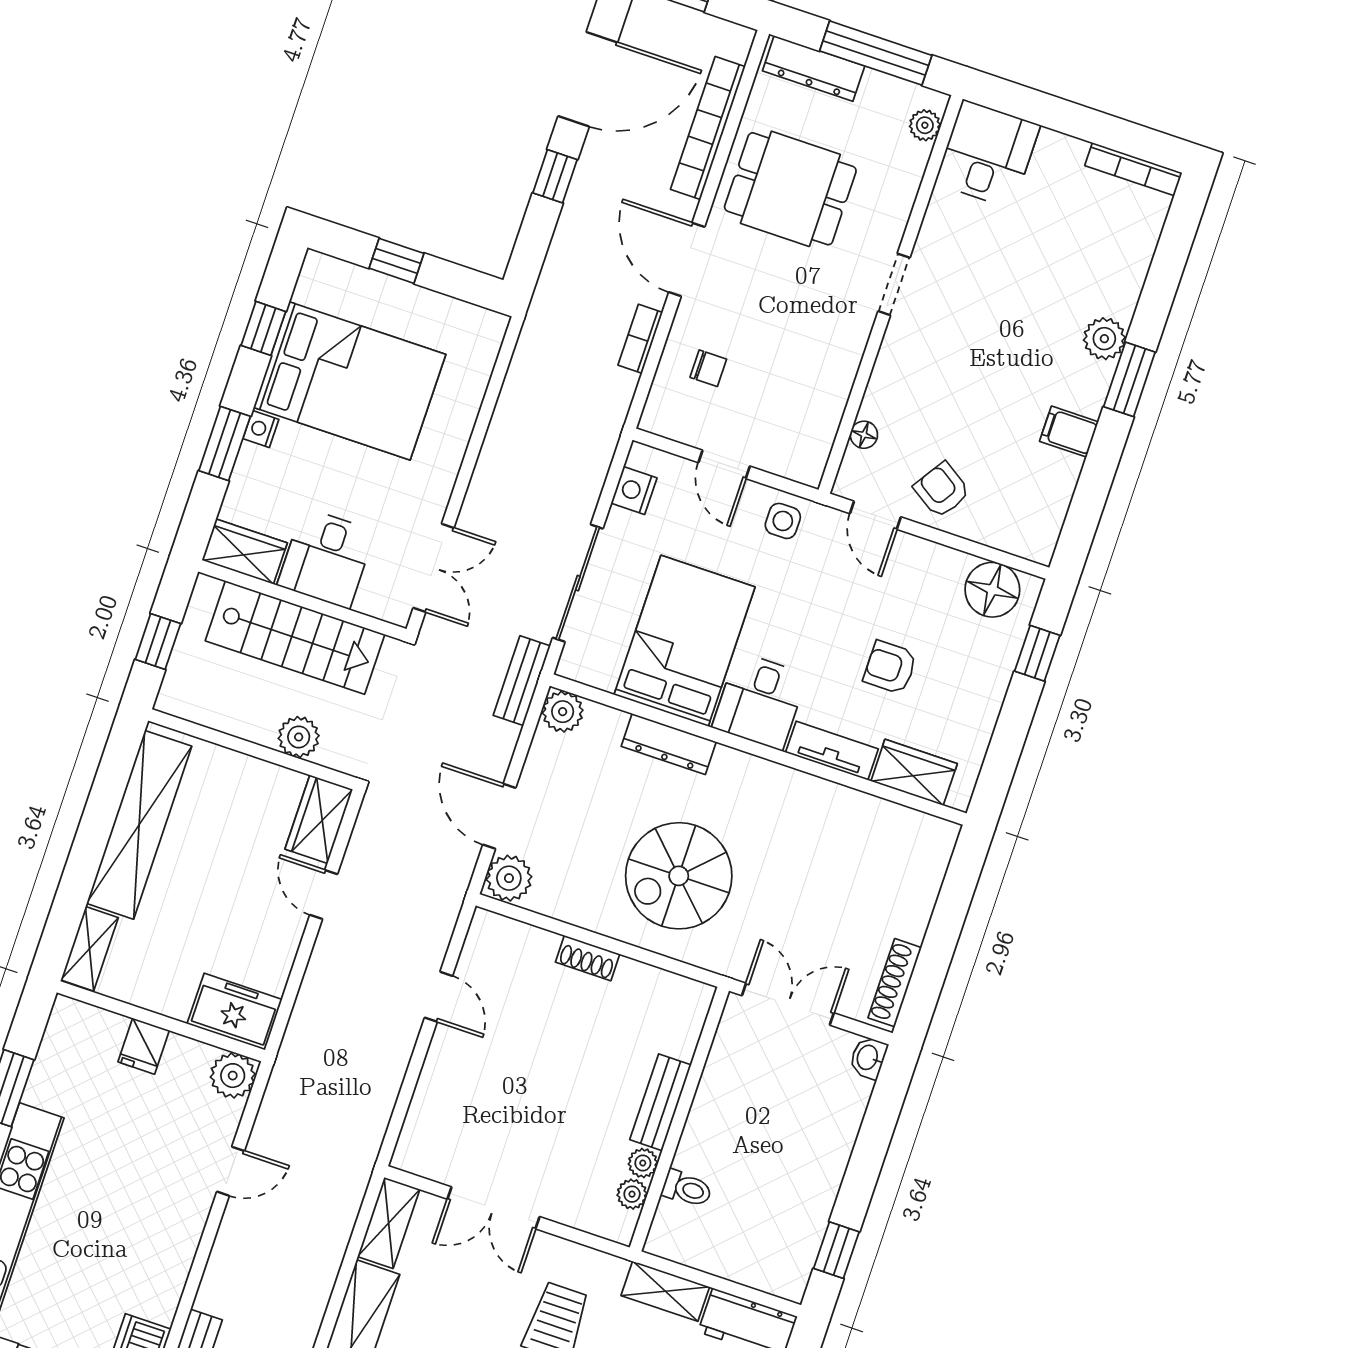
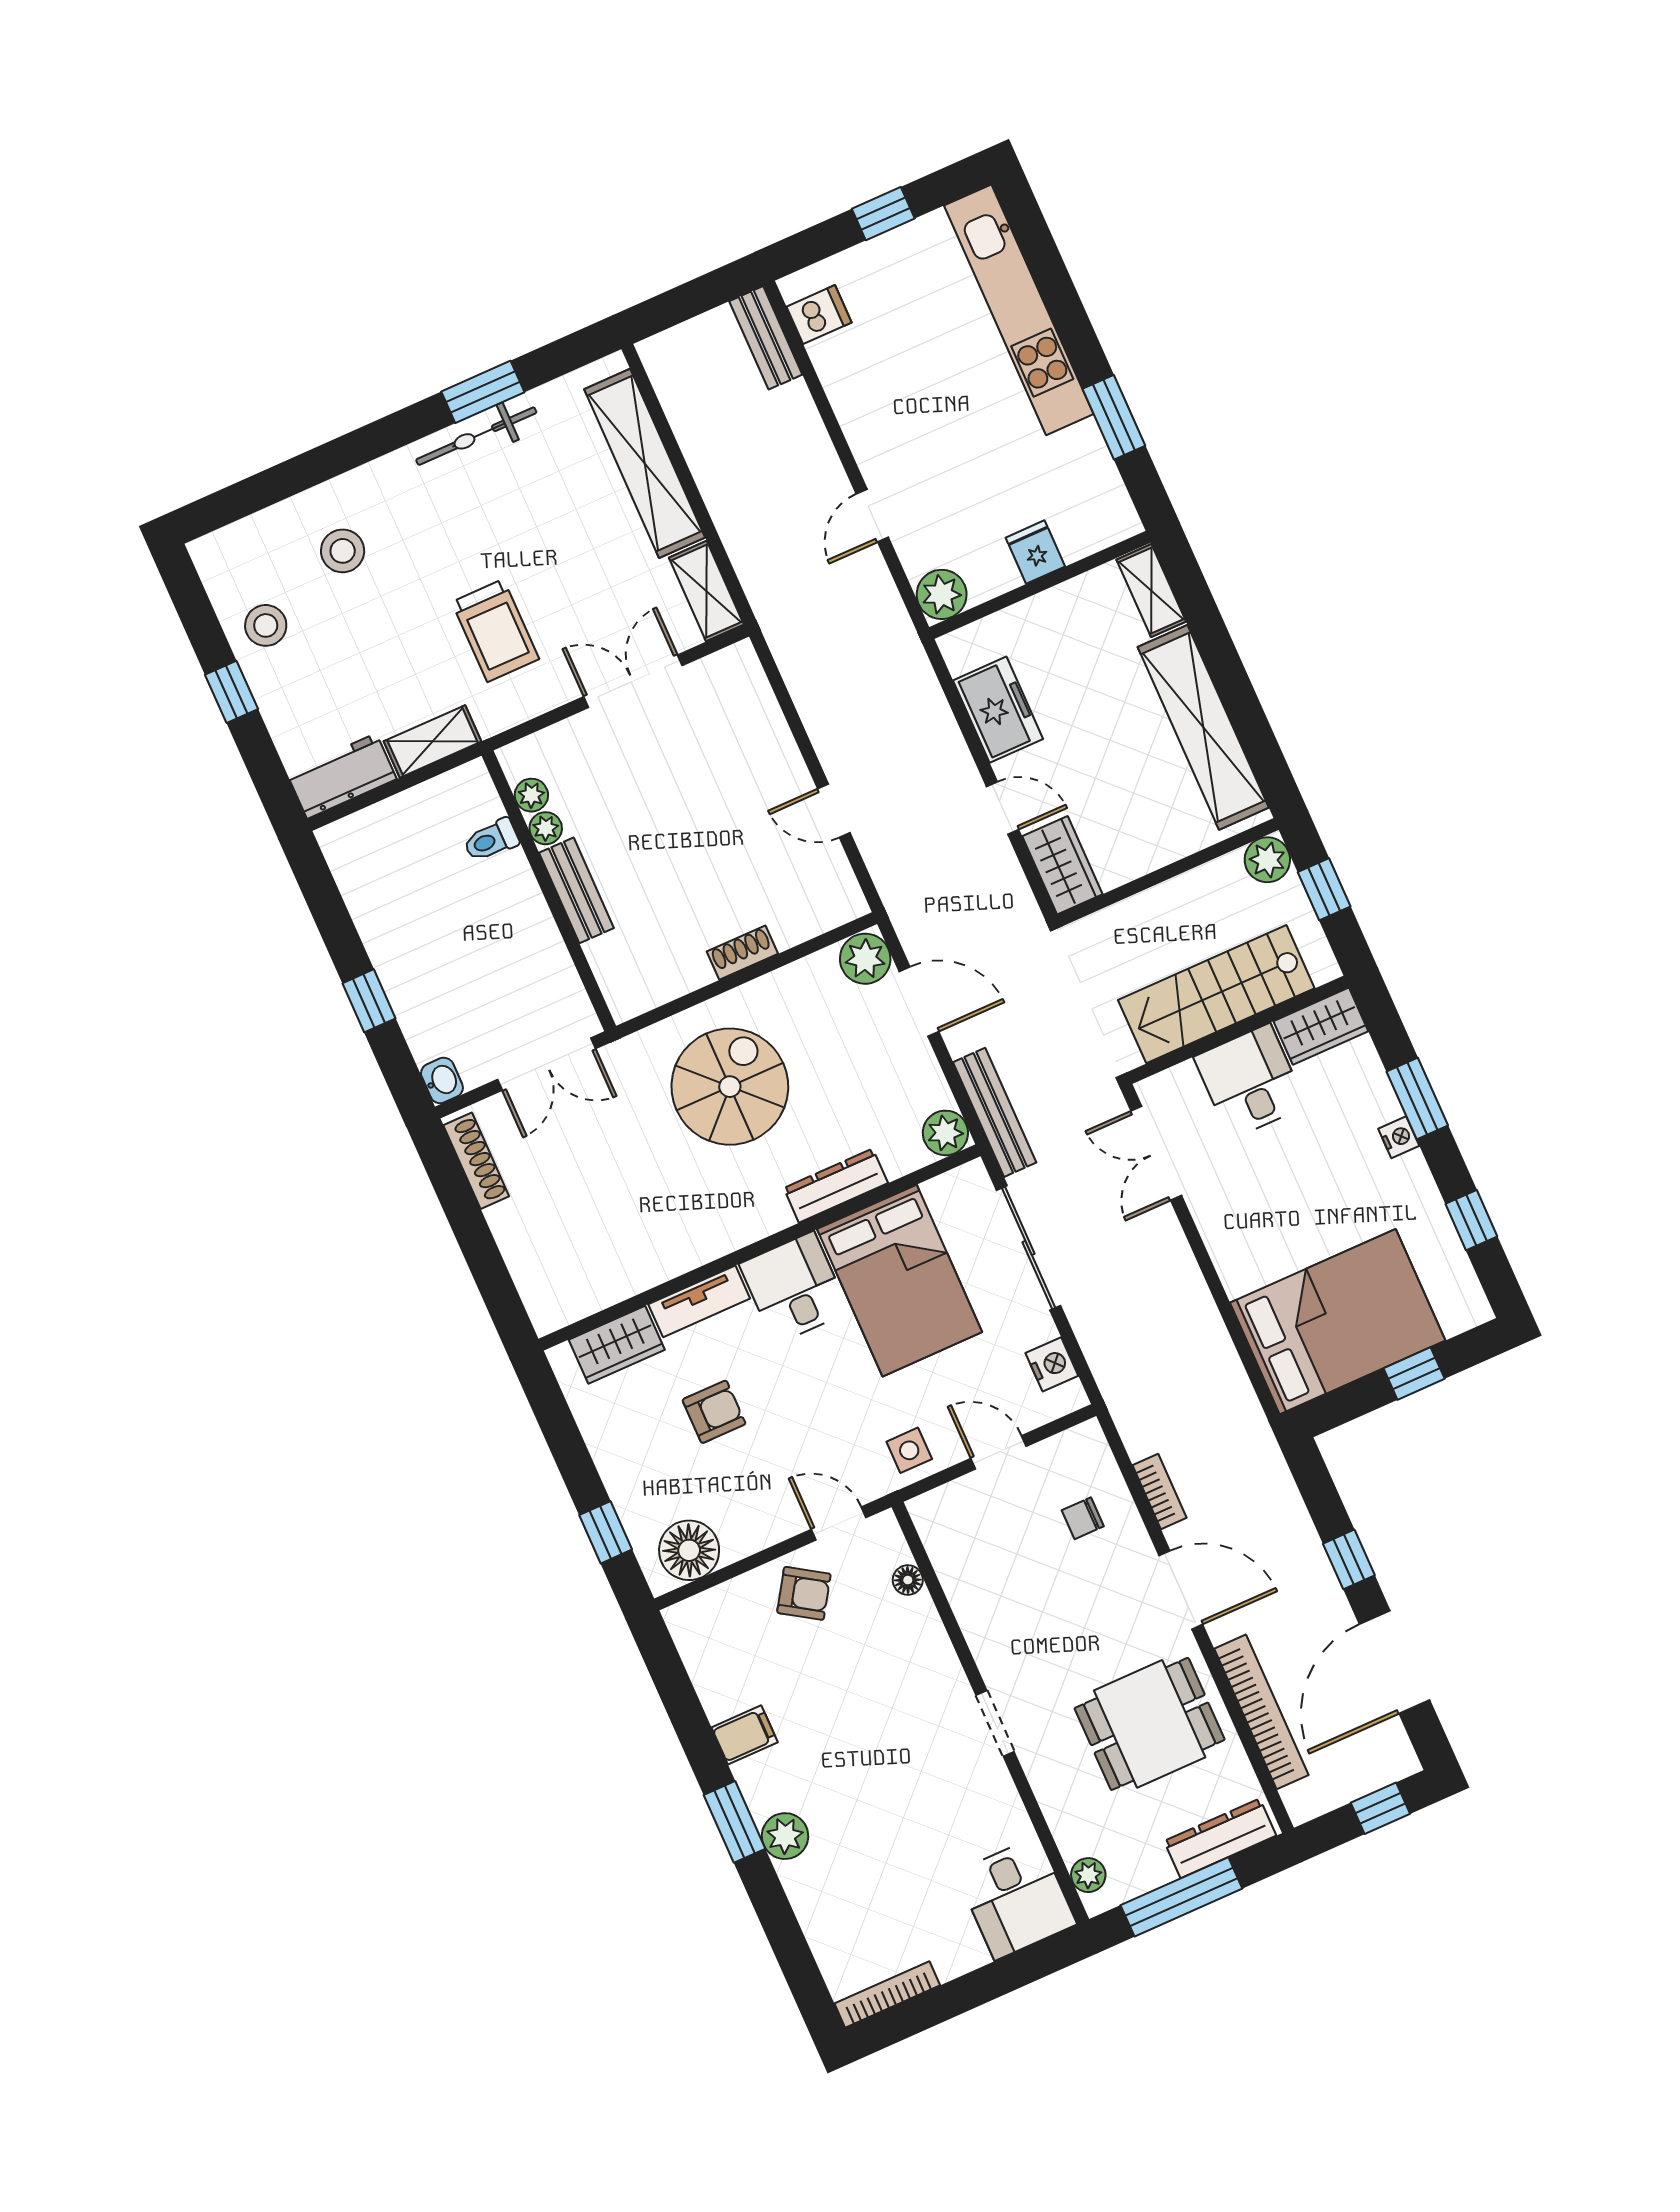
bed: (350, 381) -> (1338, 1322), moved, turned 180
bench: (522, 681) -> (995, 1112), width x1.36
plant: (299, 737) -> (1267, 860), moved
freezer: (235, 1012) -> (998, 710), moved, turned -90
window: (836, 1250) -> (369, 1001), moved

